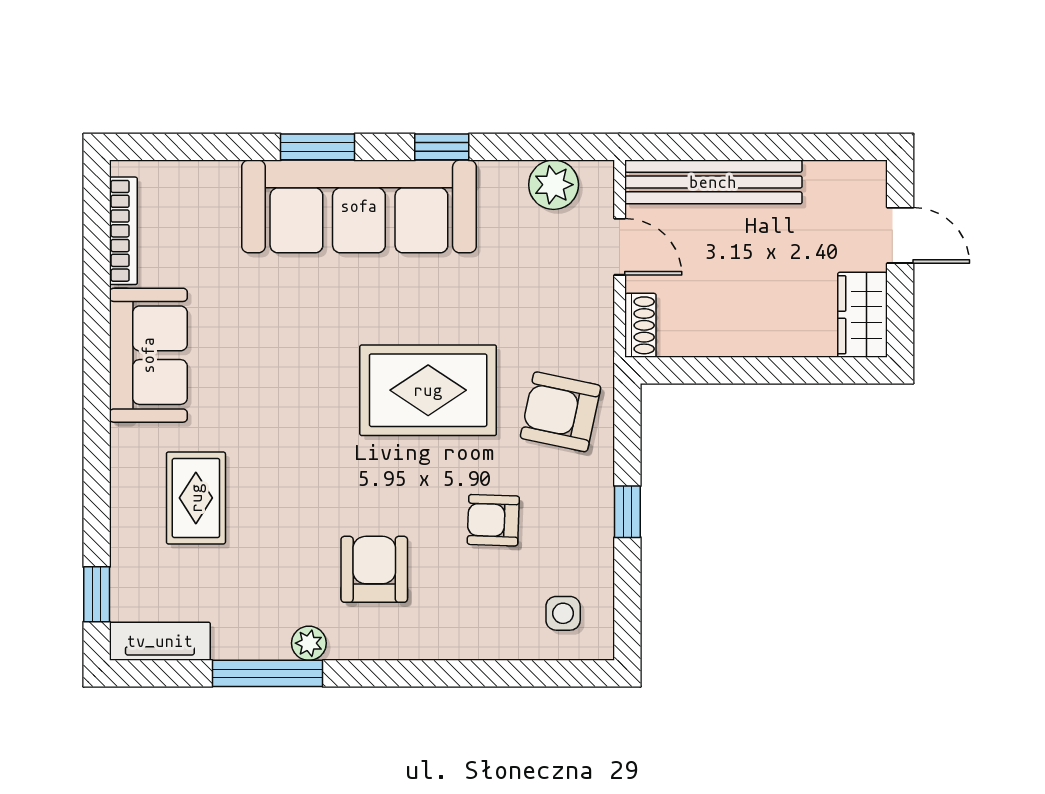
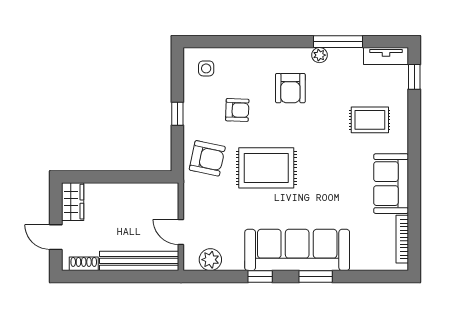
shoe rack: (640, 325) -> (84, 264), moved, turned 90
rug: (196, 498) -> (370, 120), turned 90

